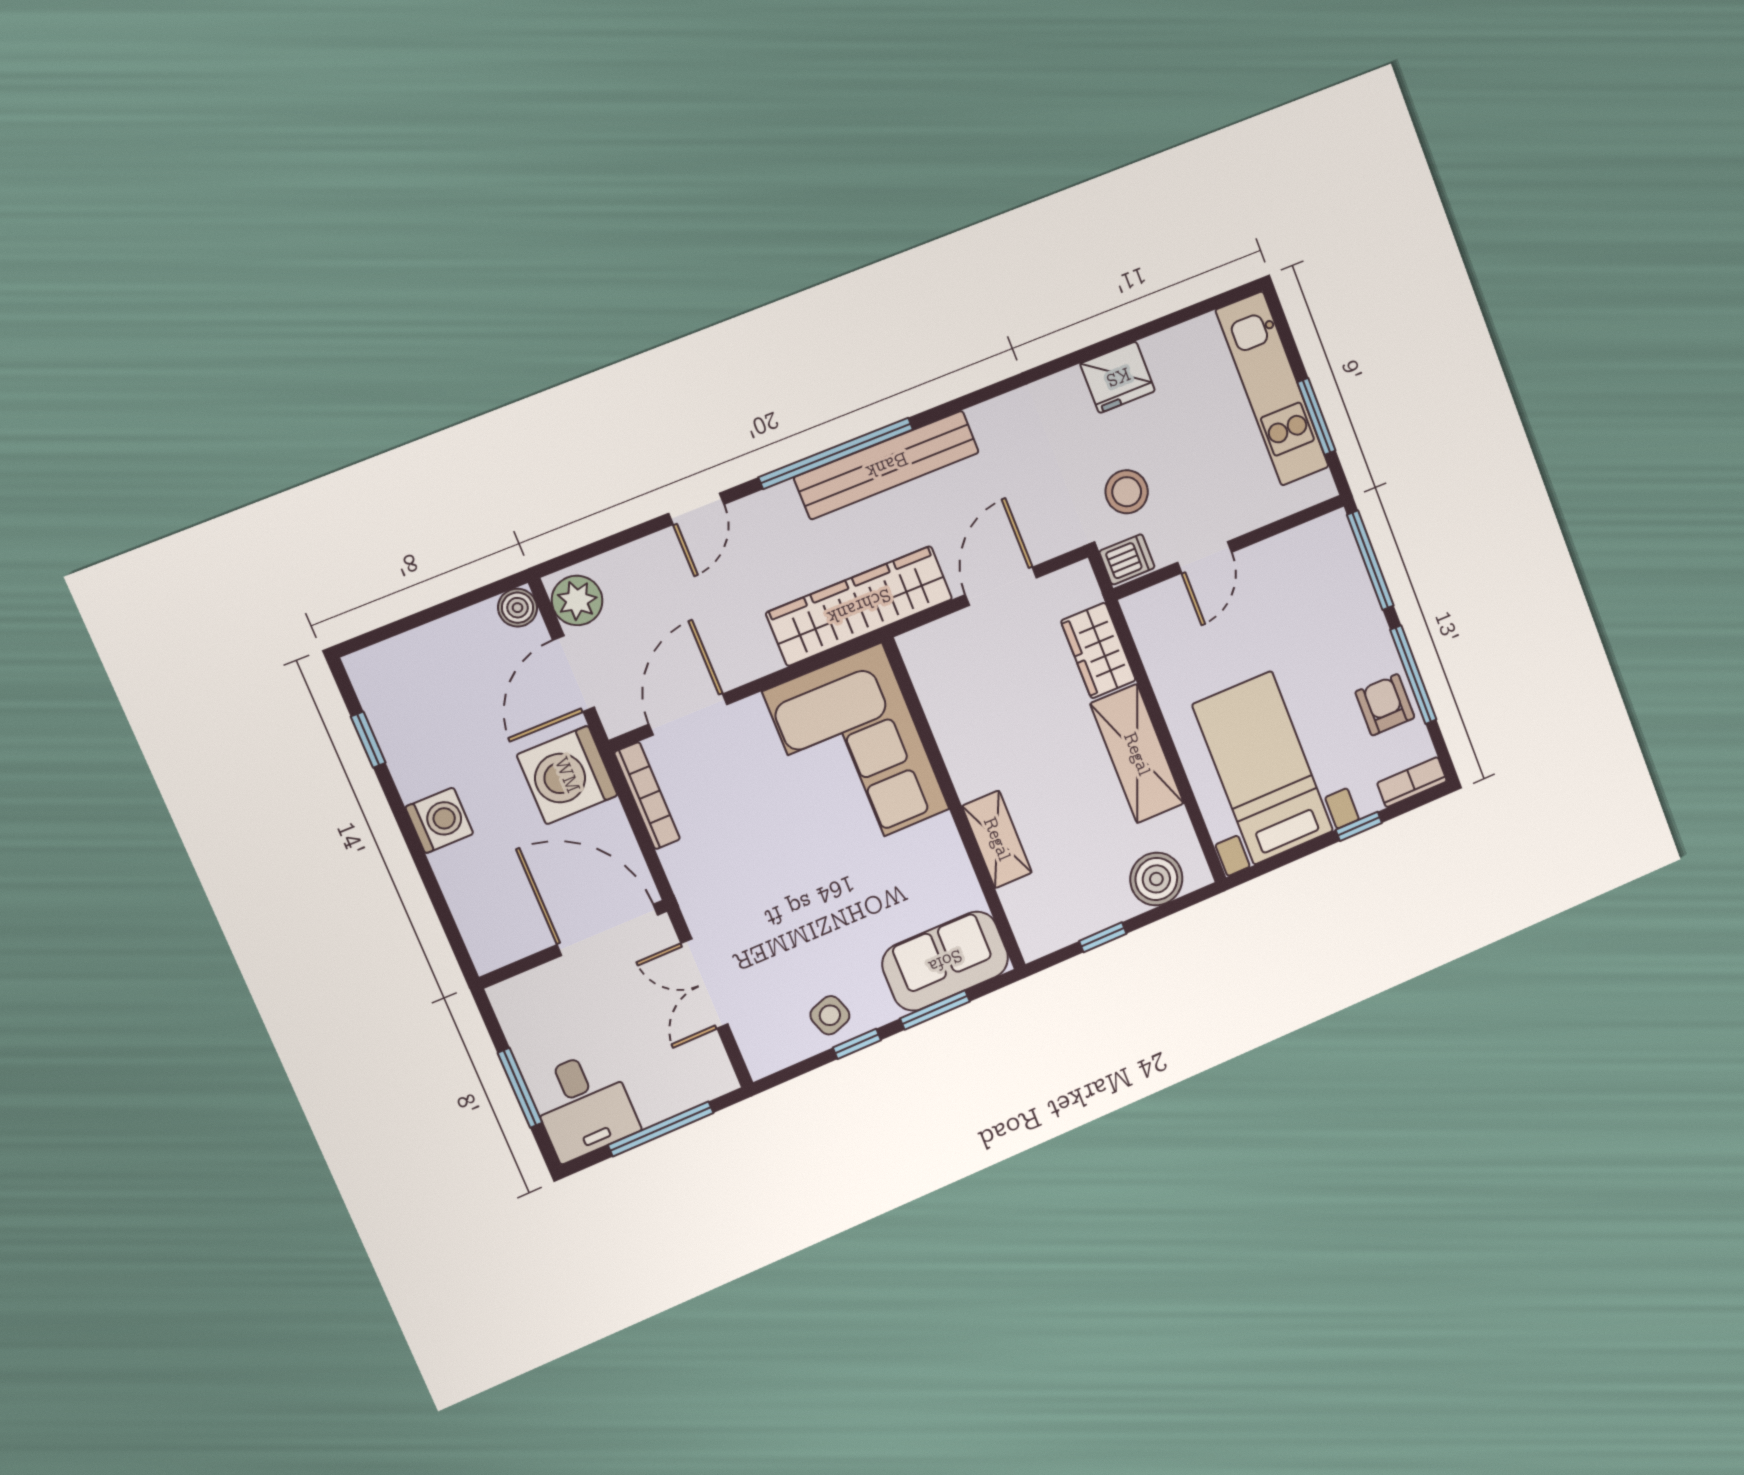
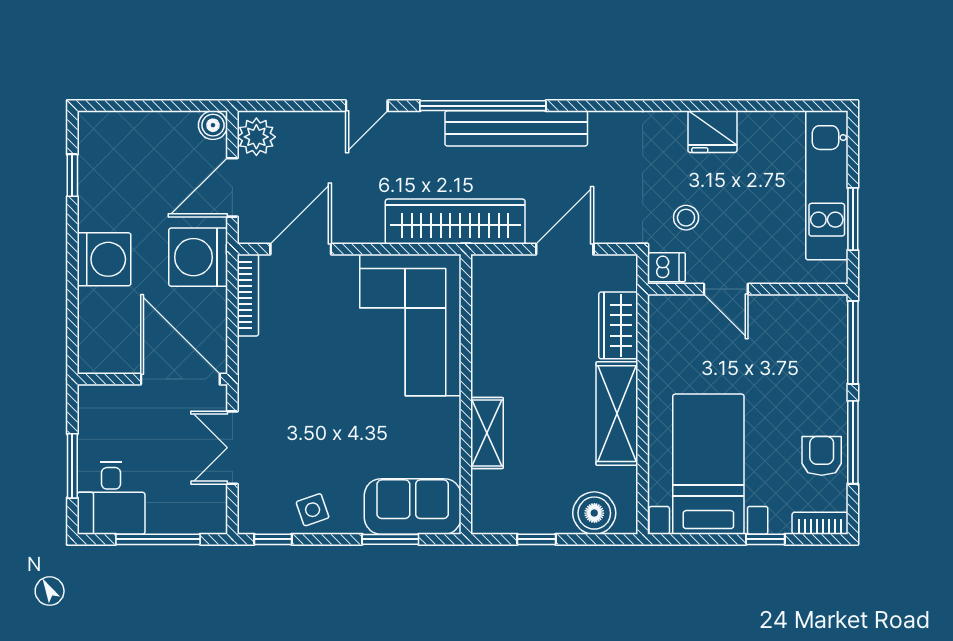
stool: (1127, 492) -> (686, 218), width x0.73, depth x0.73
door: (1205, 557) -> (726, 289), hinge flipped
washing machine: (439, 820) -> (104, 259), width x1.37, depth x1.37
window: (857, 1044) -> (273, 539), moved

